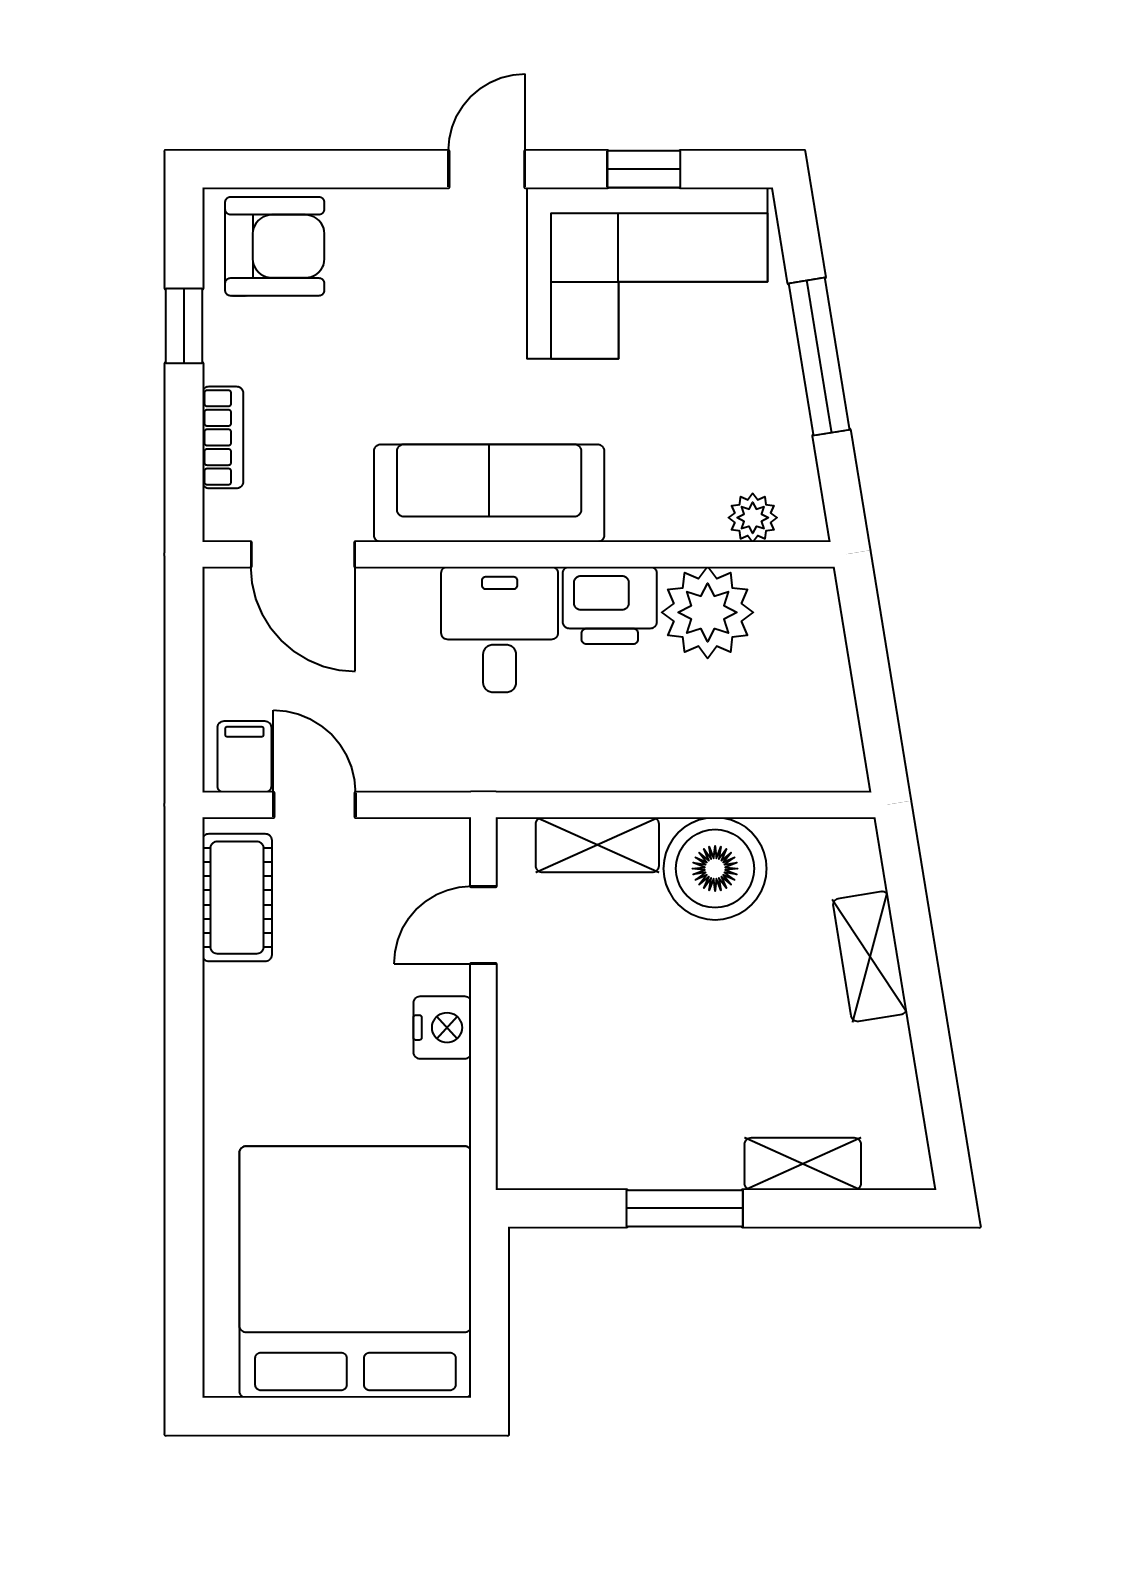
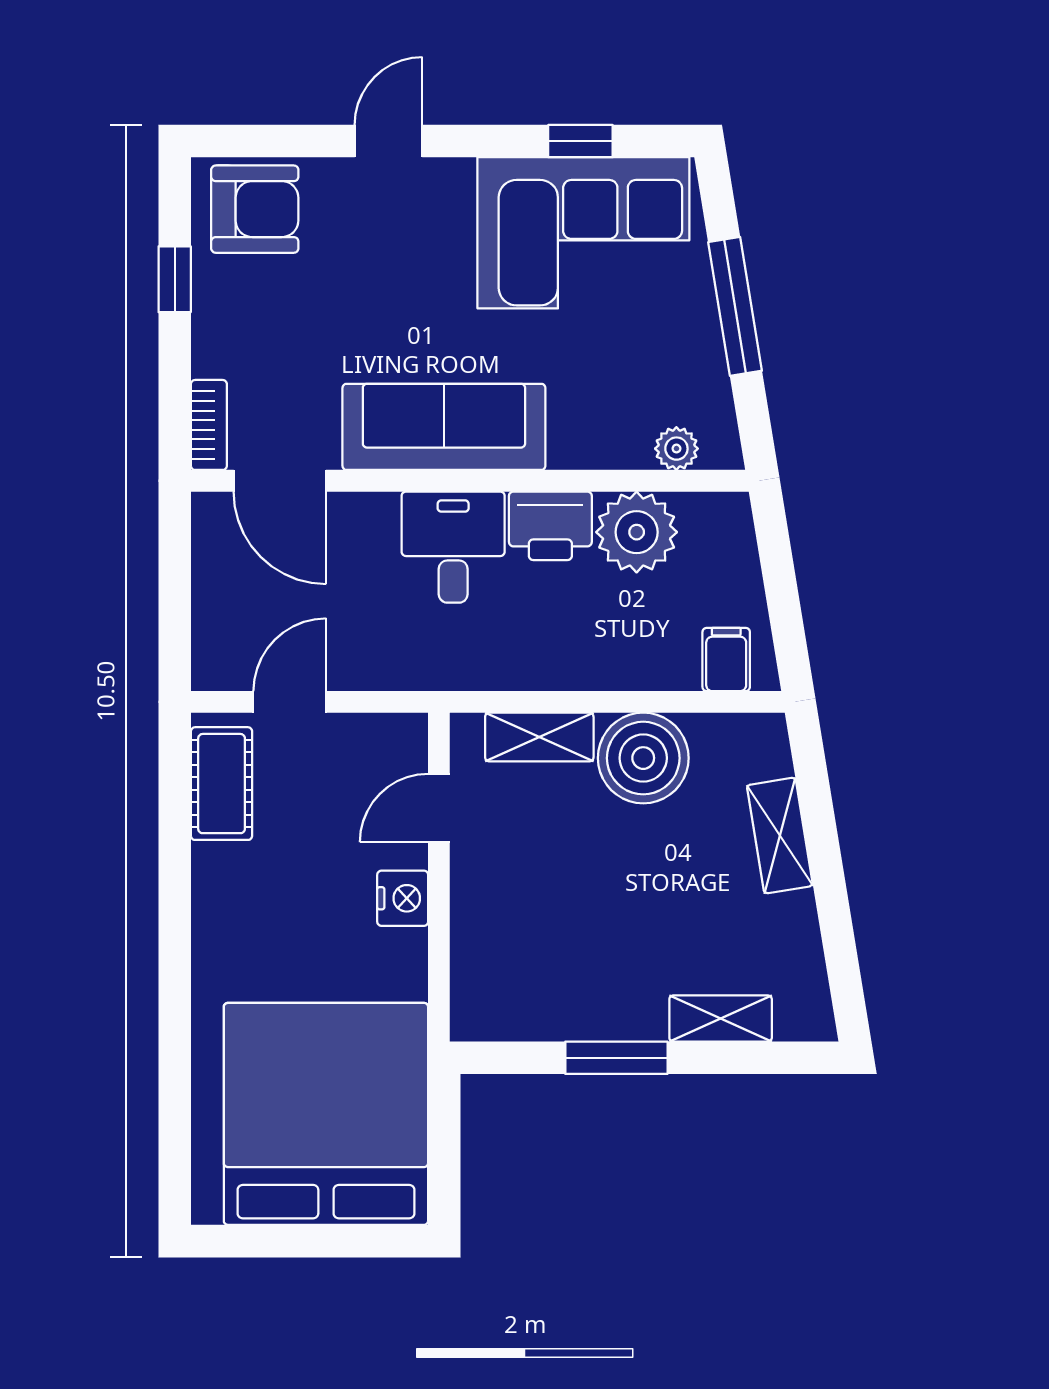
door: (487, 169) -> (389, 141), moved
bookcase: (223, 437) -> (209, 425), moved
filing cabinet: (244, 757) -> (726, 659), moved
door: (314, 805) -> (290, 702), hinge flipped

